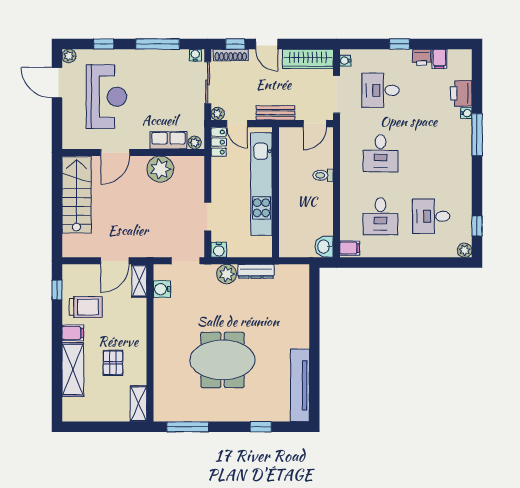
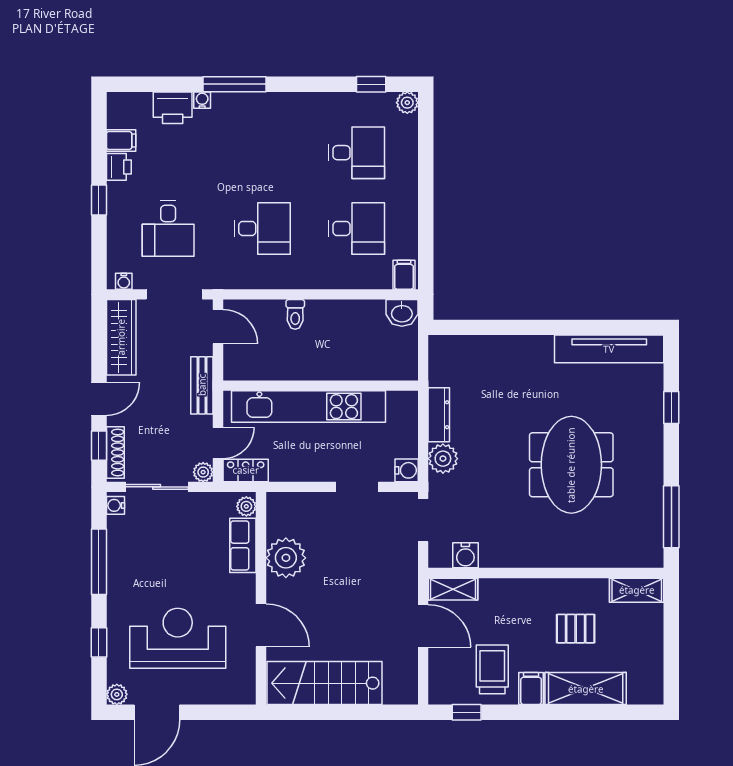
desk: (431, 216) -> (357, 153), turned -90

